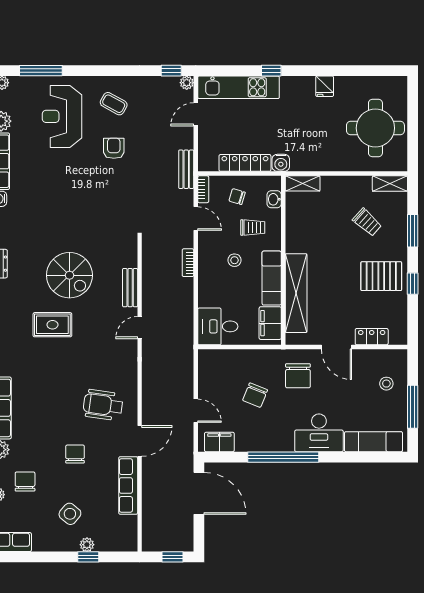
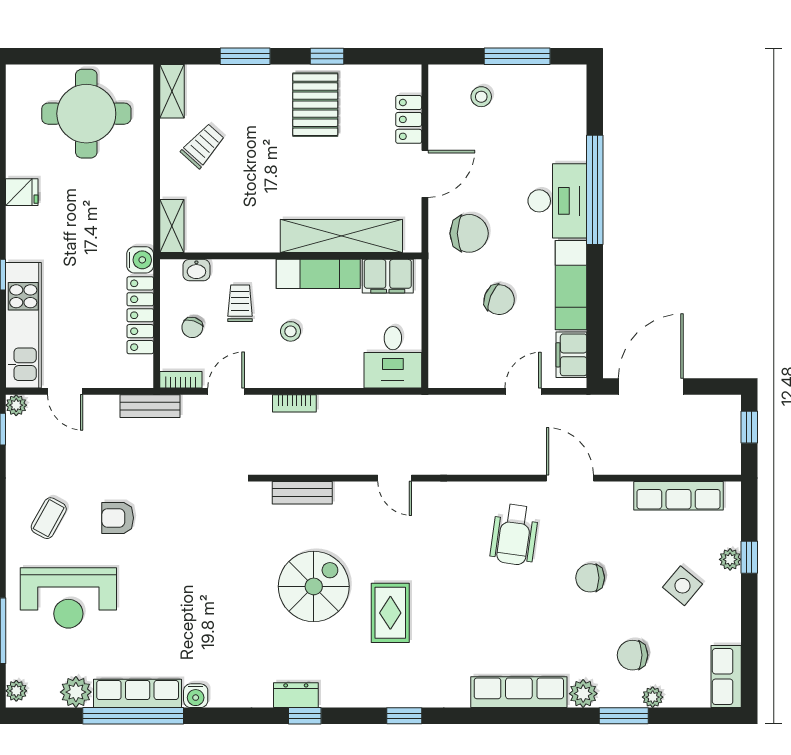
trolley: (367, 222) -> (203, 146), moved
bench: (130, 288) -> (302, 493), moved
exam couch: (373, 442) -> (571, 285), moved
window: (283, 457) -> (595, 190), moved
row of seats: (128, 485) -> (679, 496), moved

